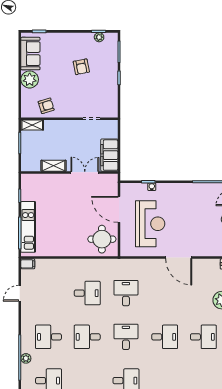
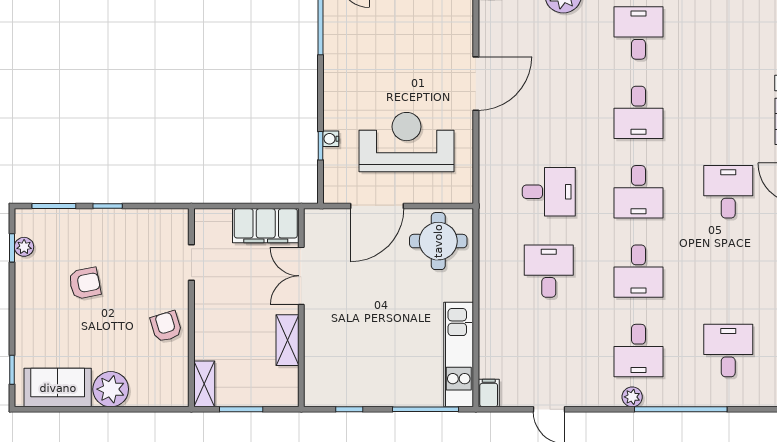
armchair: (46, 106) -> (166, 327), moved
kitchen unit: (28, 227) -> (459, 355), moved, turned -90
desk: (126, 293) -> (549, 192), turned 180
desk: (126, 337) -> (638, 192), turned -90
desk: (165, 337) -> (638, 112), turned 180
plant: (26, 358) -> (632, 397), moved

